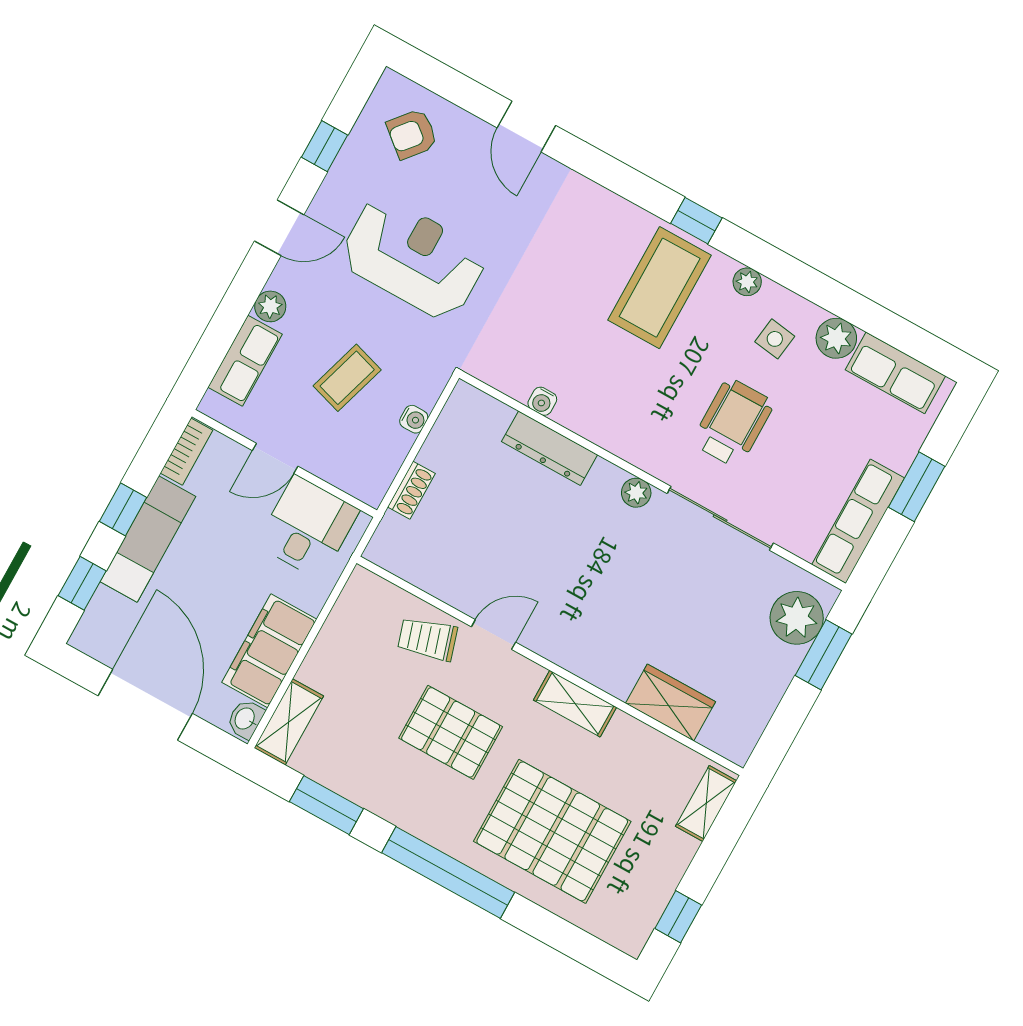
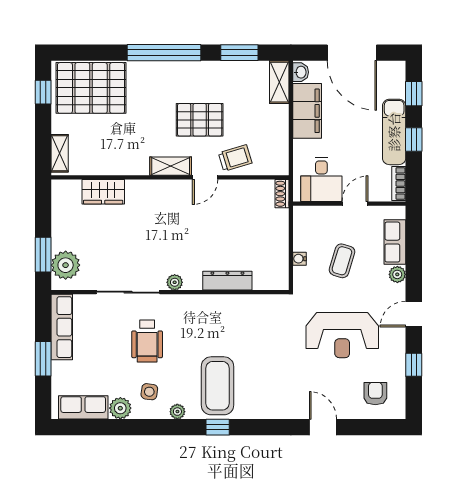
armchair: (412, 134) -> (375, 394), turned -40
water cooler: (542, 401) -> (243, 301), removed
shoe rack: (411, 490) -> (282, 194), moved
shelving: (575, 704) -> (171, 166), moved
pallet: (552, 831) -> (91, 88), moved

